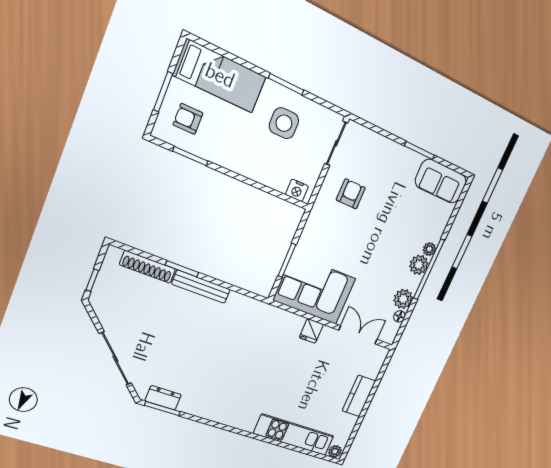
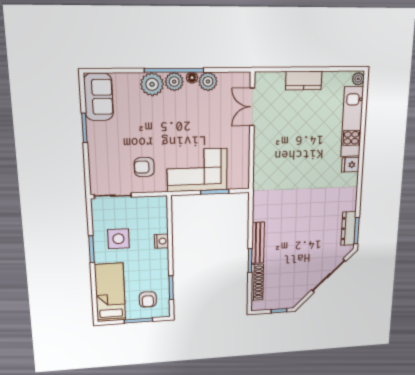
nightstand: (297, 190) -> (161, 241), moved
plant: (429, 249) -> (152, 84), width x1.88, depth x1.88
corner sofa: (314, 289) -> (197, 170), moved, turned 90
floor lamp: (399, 316) -> (192, 78), moved
fridge: (311, 331) -> (350, 165), moved, turned 180
dresser: (163, 398) -> (348, 228), width x1.44

